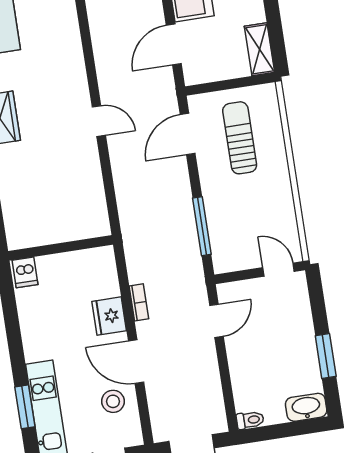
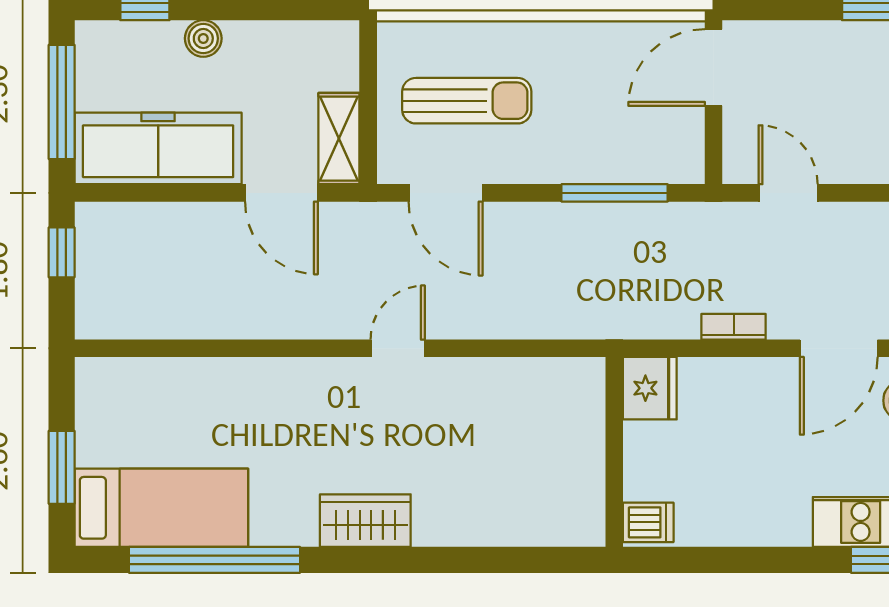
shelving: (259, 49) -> (339, 139), moved, turned 90
sun lounger: (240, 138) -> (467, 101), turned 180
door: (279, 270) -> (714, 68), width x1.37
fridge: (109, 316) -> (650, 388), moved, turned -90

